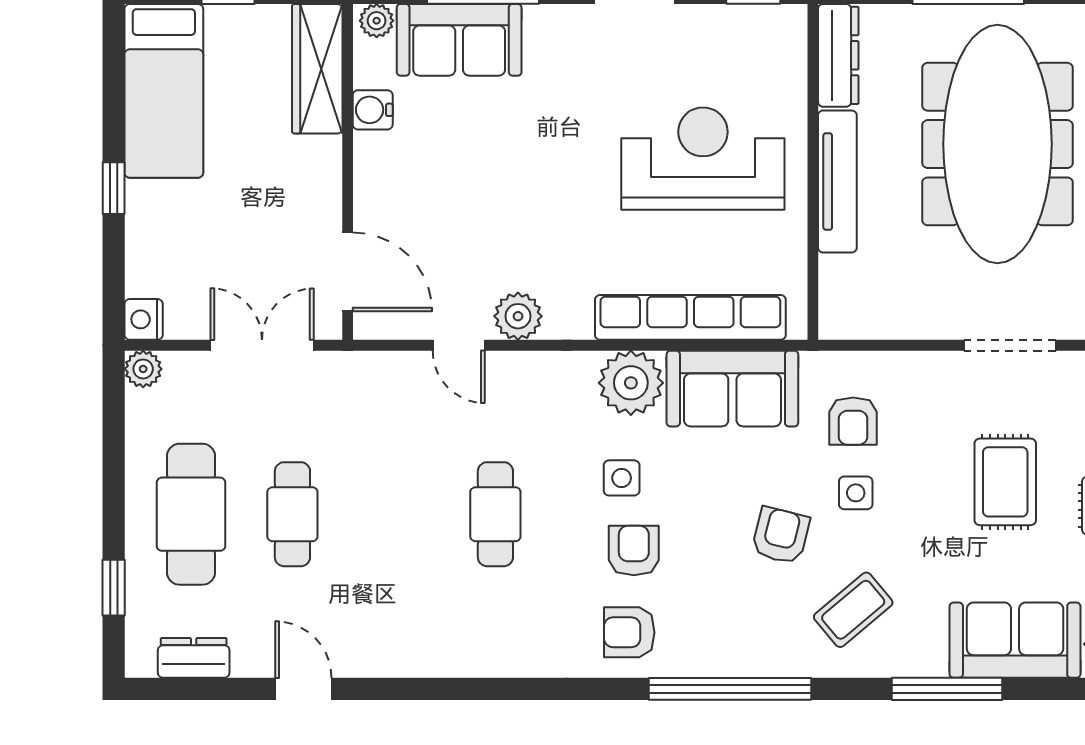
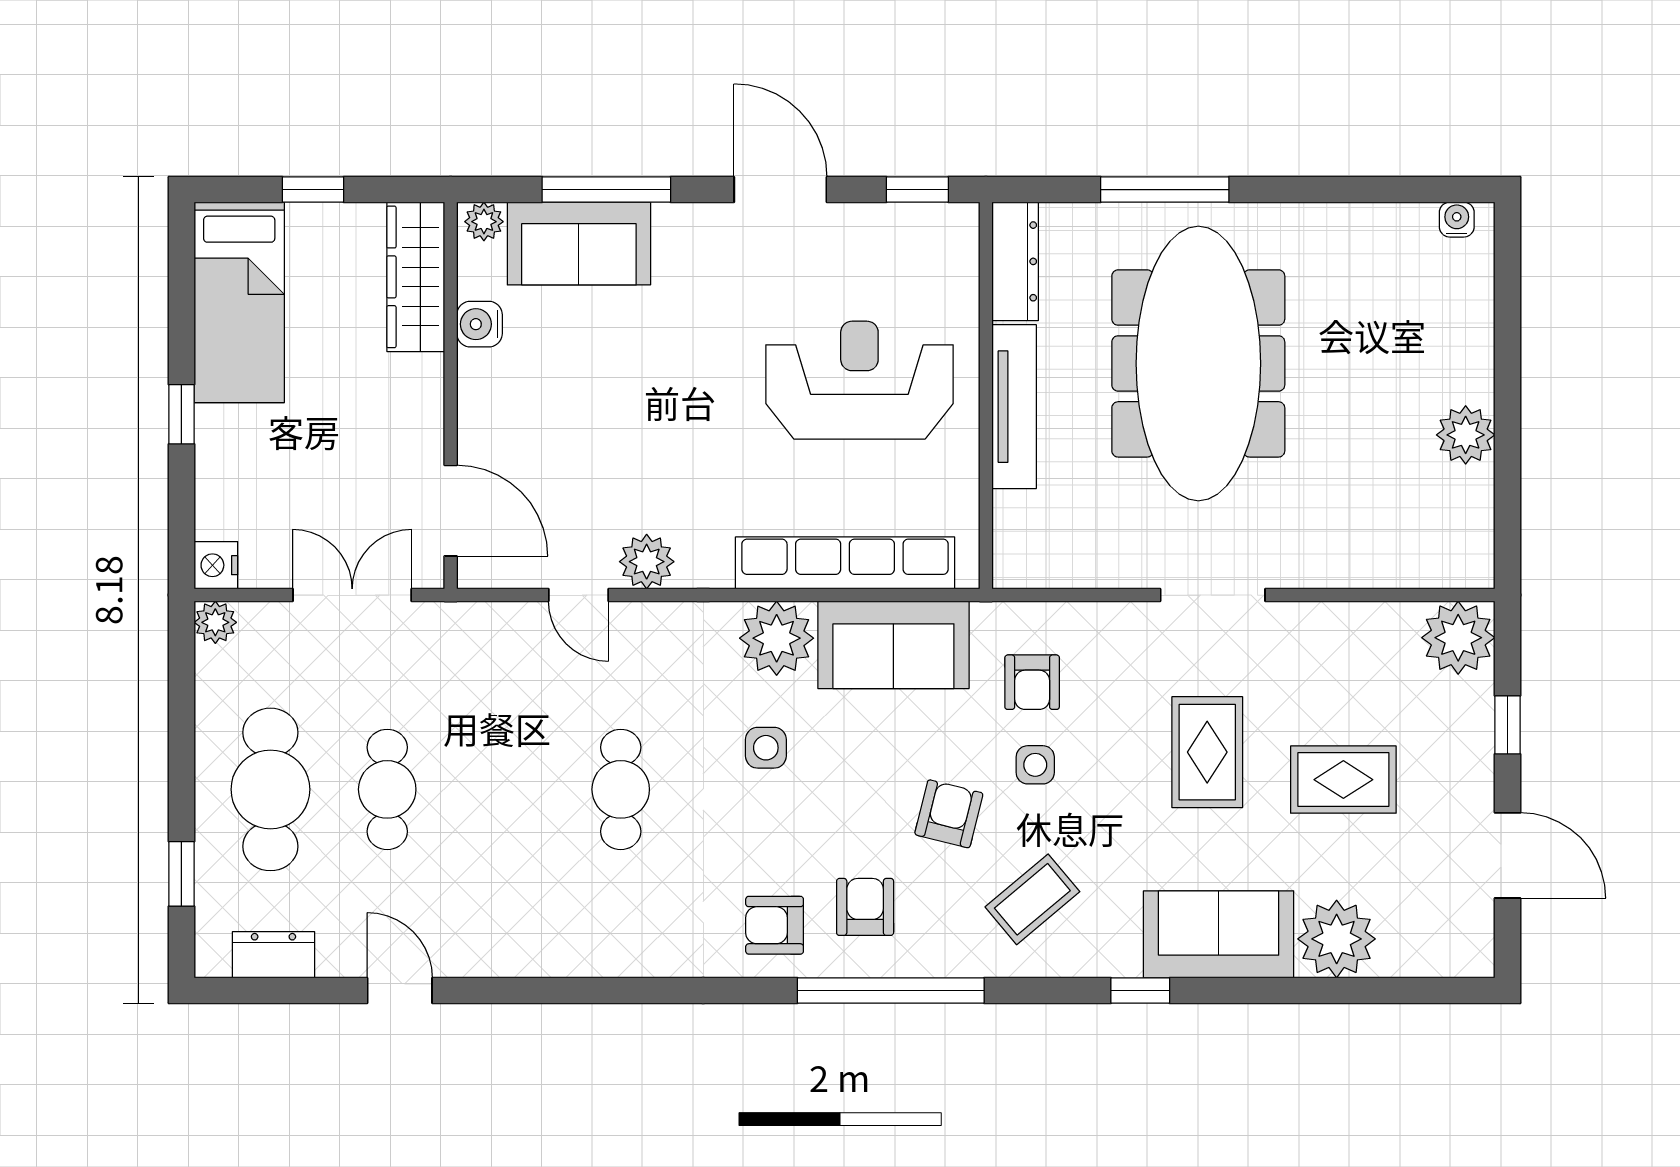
armchair: (634, 550) -> (865, 907), moved
window: (947, 689) -> (1140, 990), width x0.46

